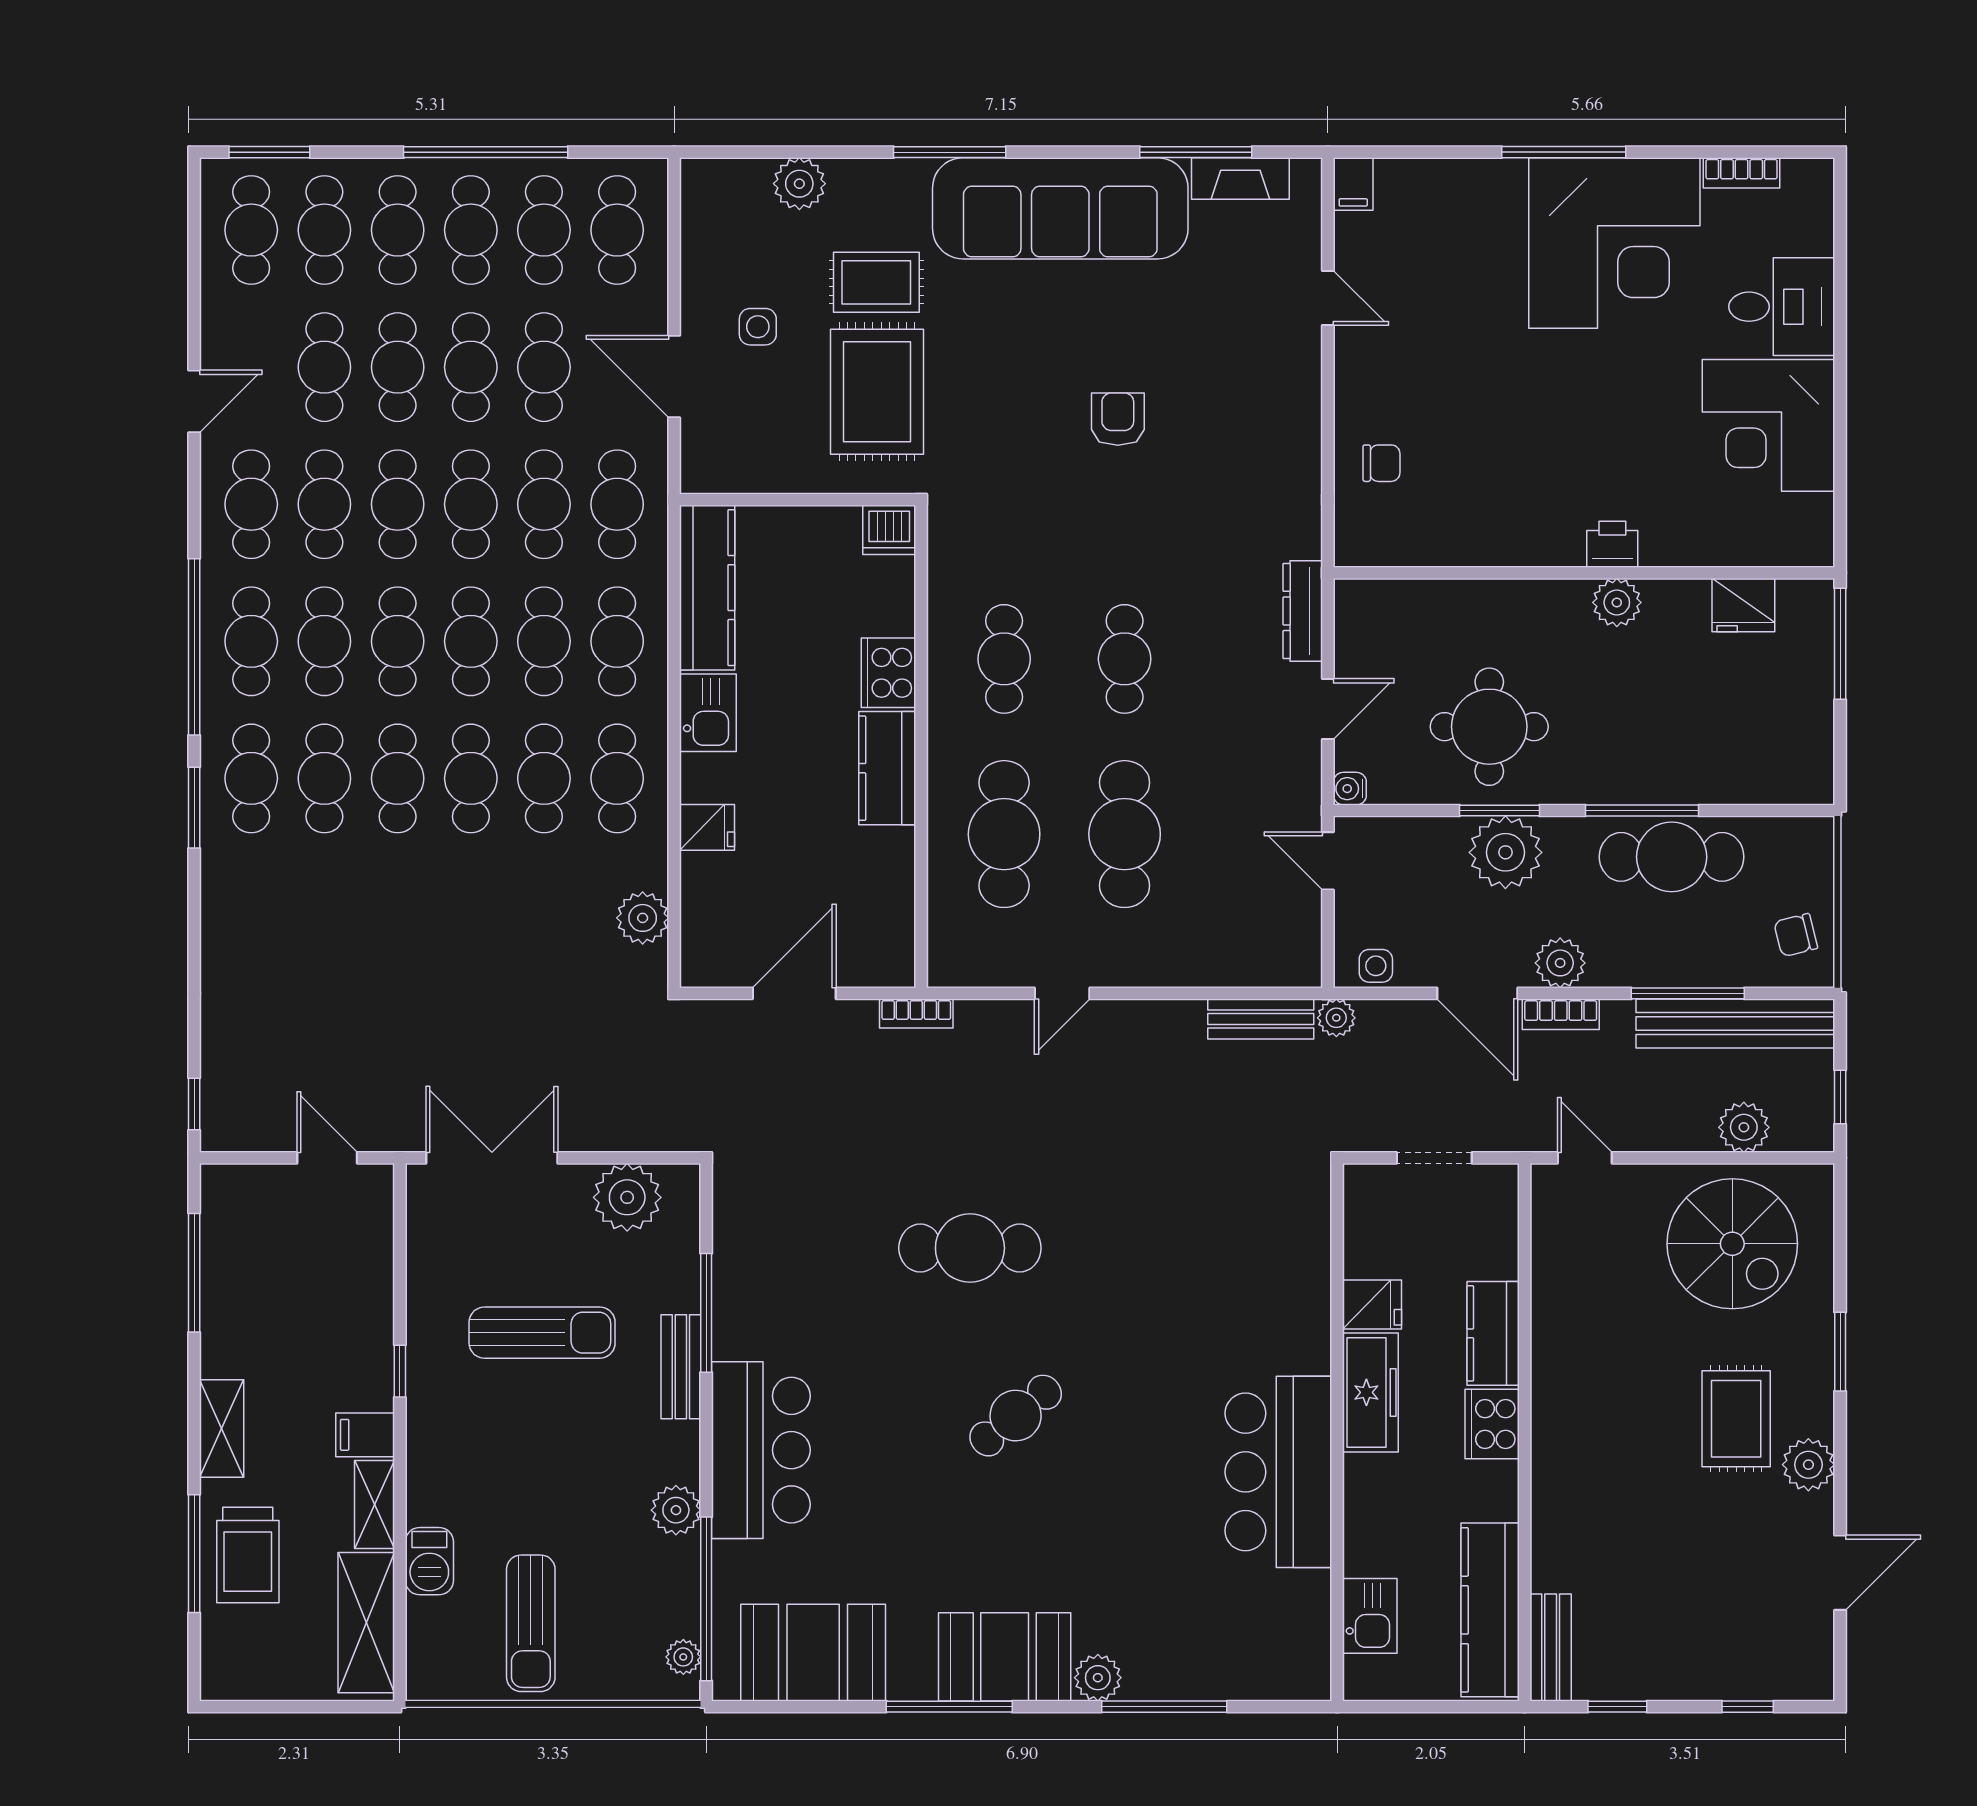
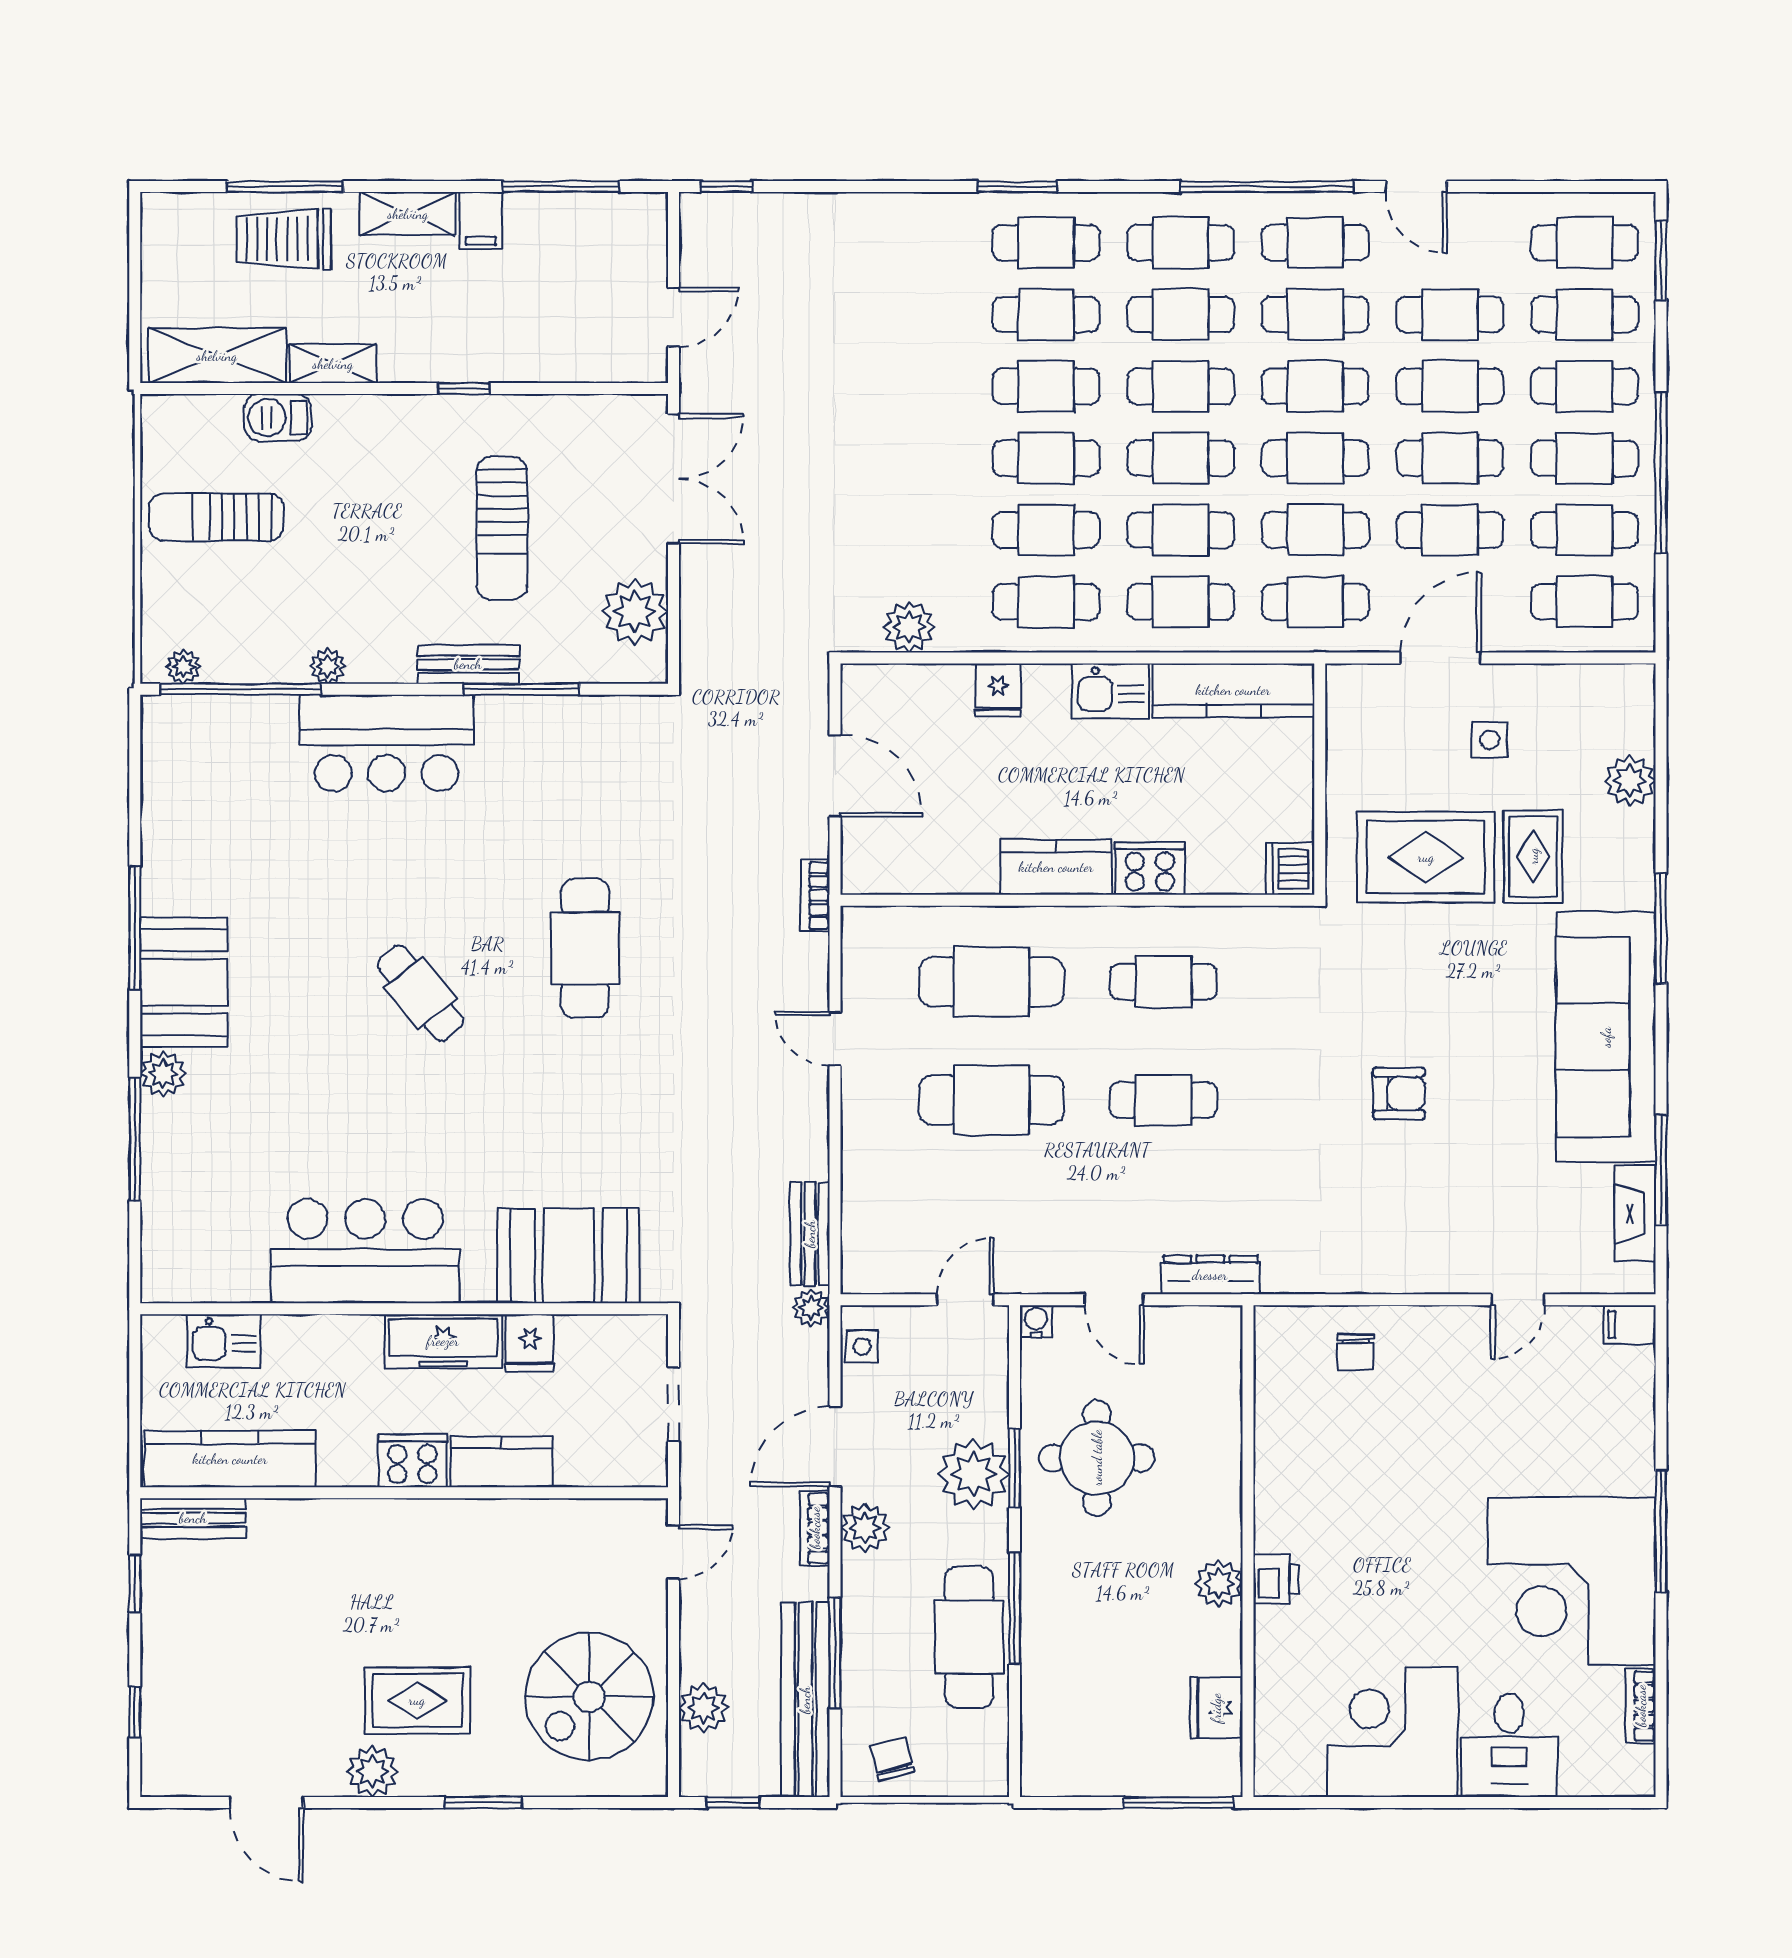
window: (194, 647) -> (1267, 187), moved
filing cabinet: (365, 1435) -> (481, 221), moved, turned 180
plant: (676, 1510) -> (328, 666), width x0.73, depth x0.73
booth: (813, 1653) -> (568, 1256), moved, turned 90

